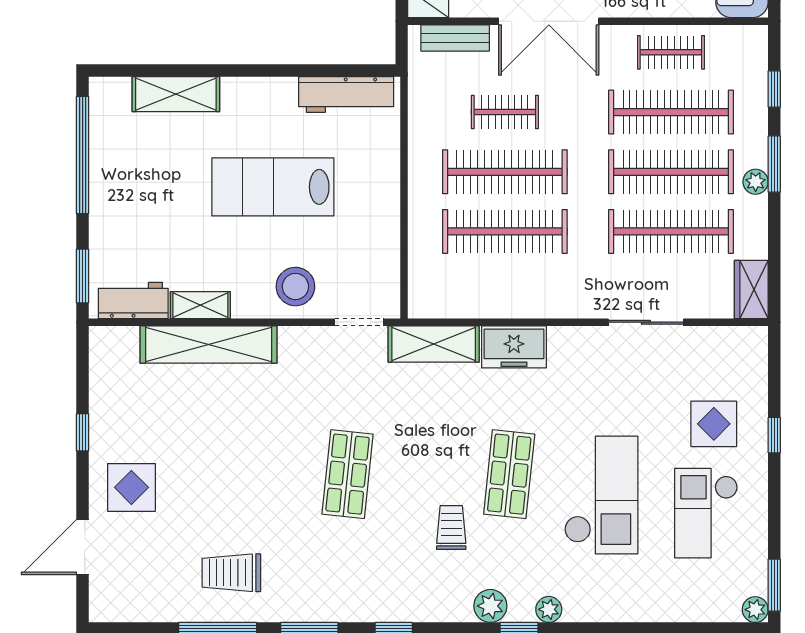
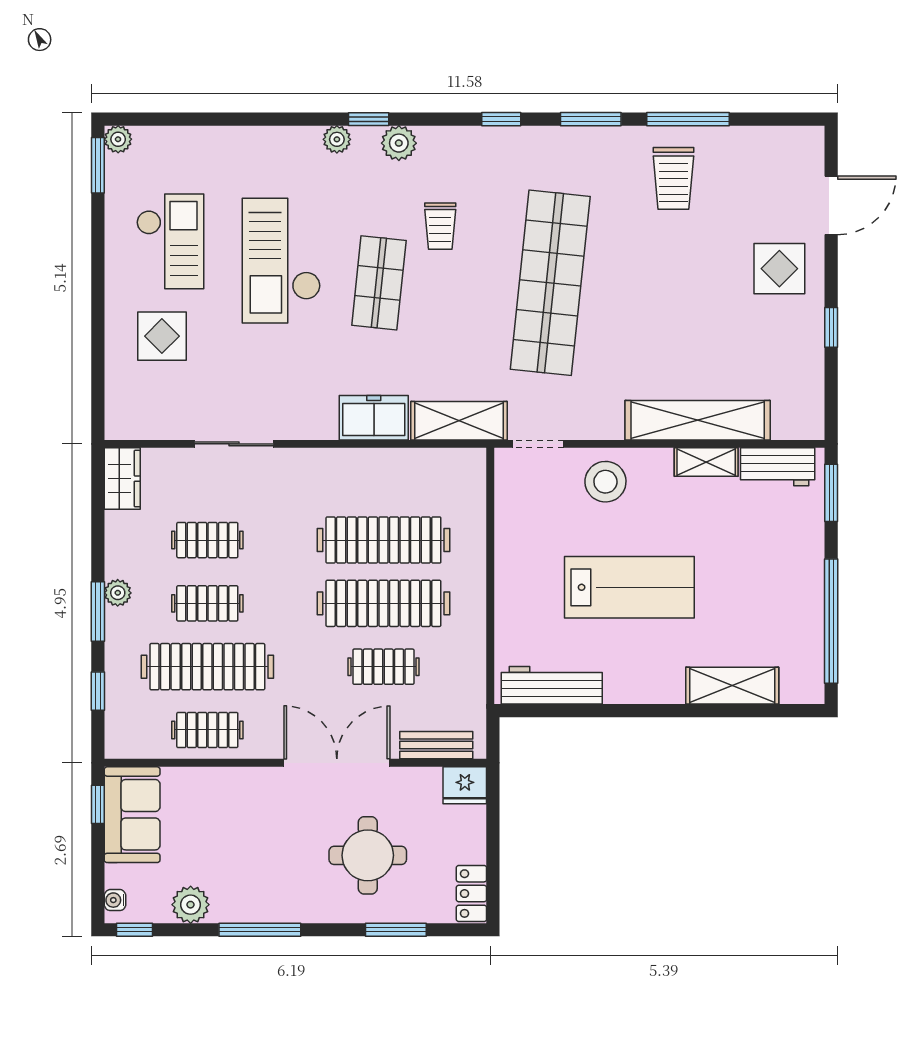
clothes rail: (671, 172) -> (207, 603), width x0.54, depth x0.76
clothes rail: (671, 231) -> (207, 540), width x0.54, depth x0.76
window: (774, 435) -> (98, 324), removed
shop shelf: (348, 474) -> (550, 283), width x2.00, depth x1.36
trolley: (231, 573) -> (673, 178), turned 90

